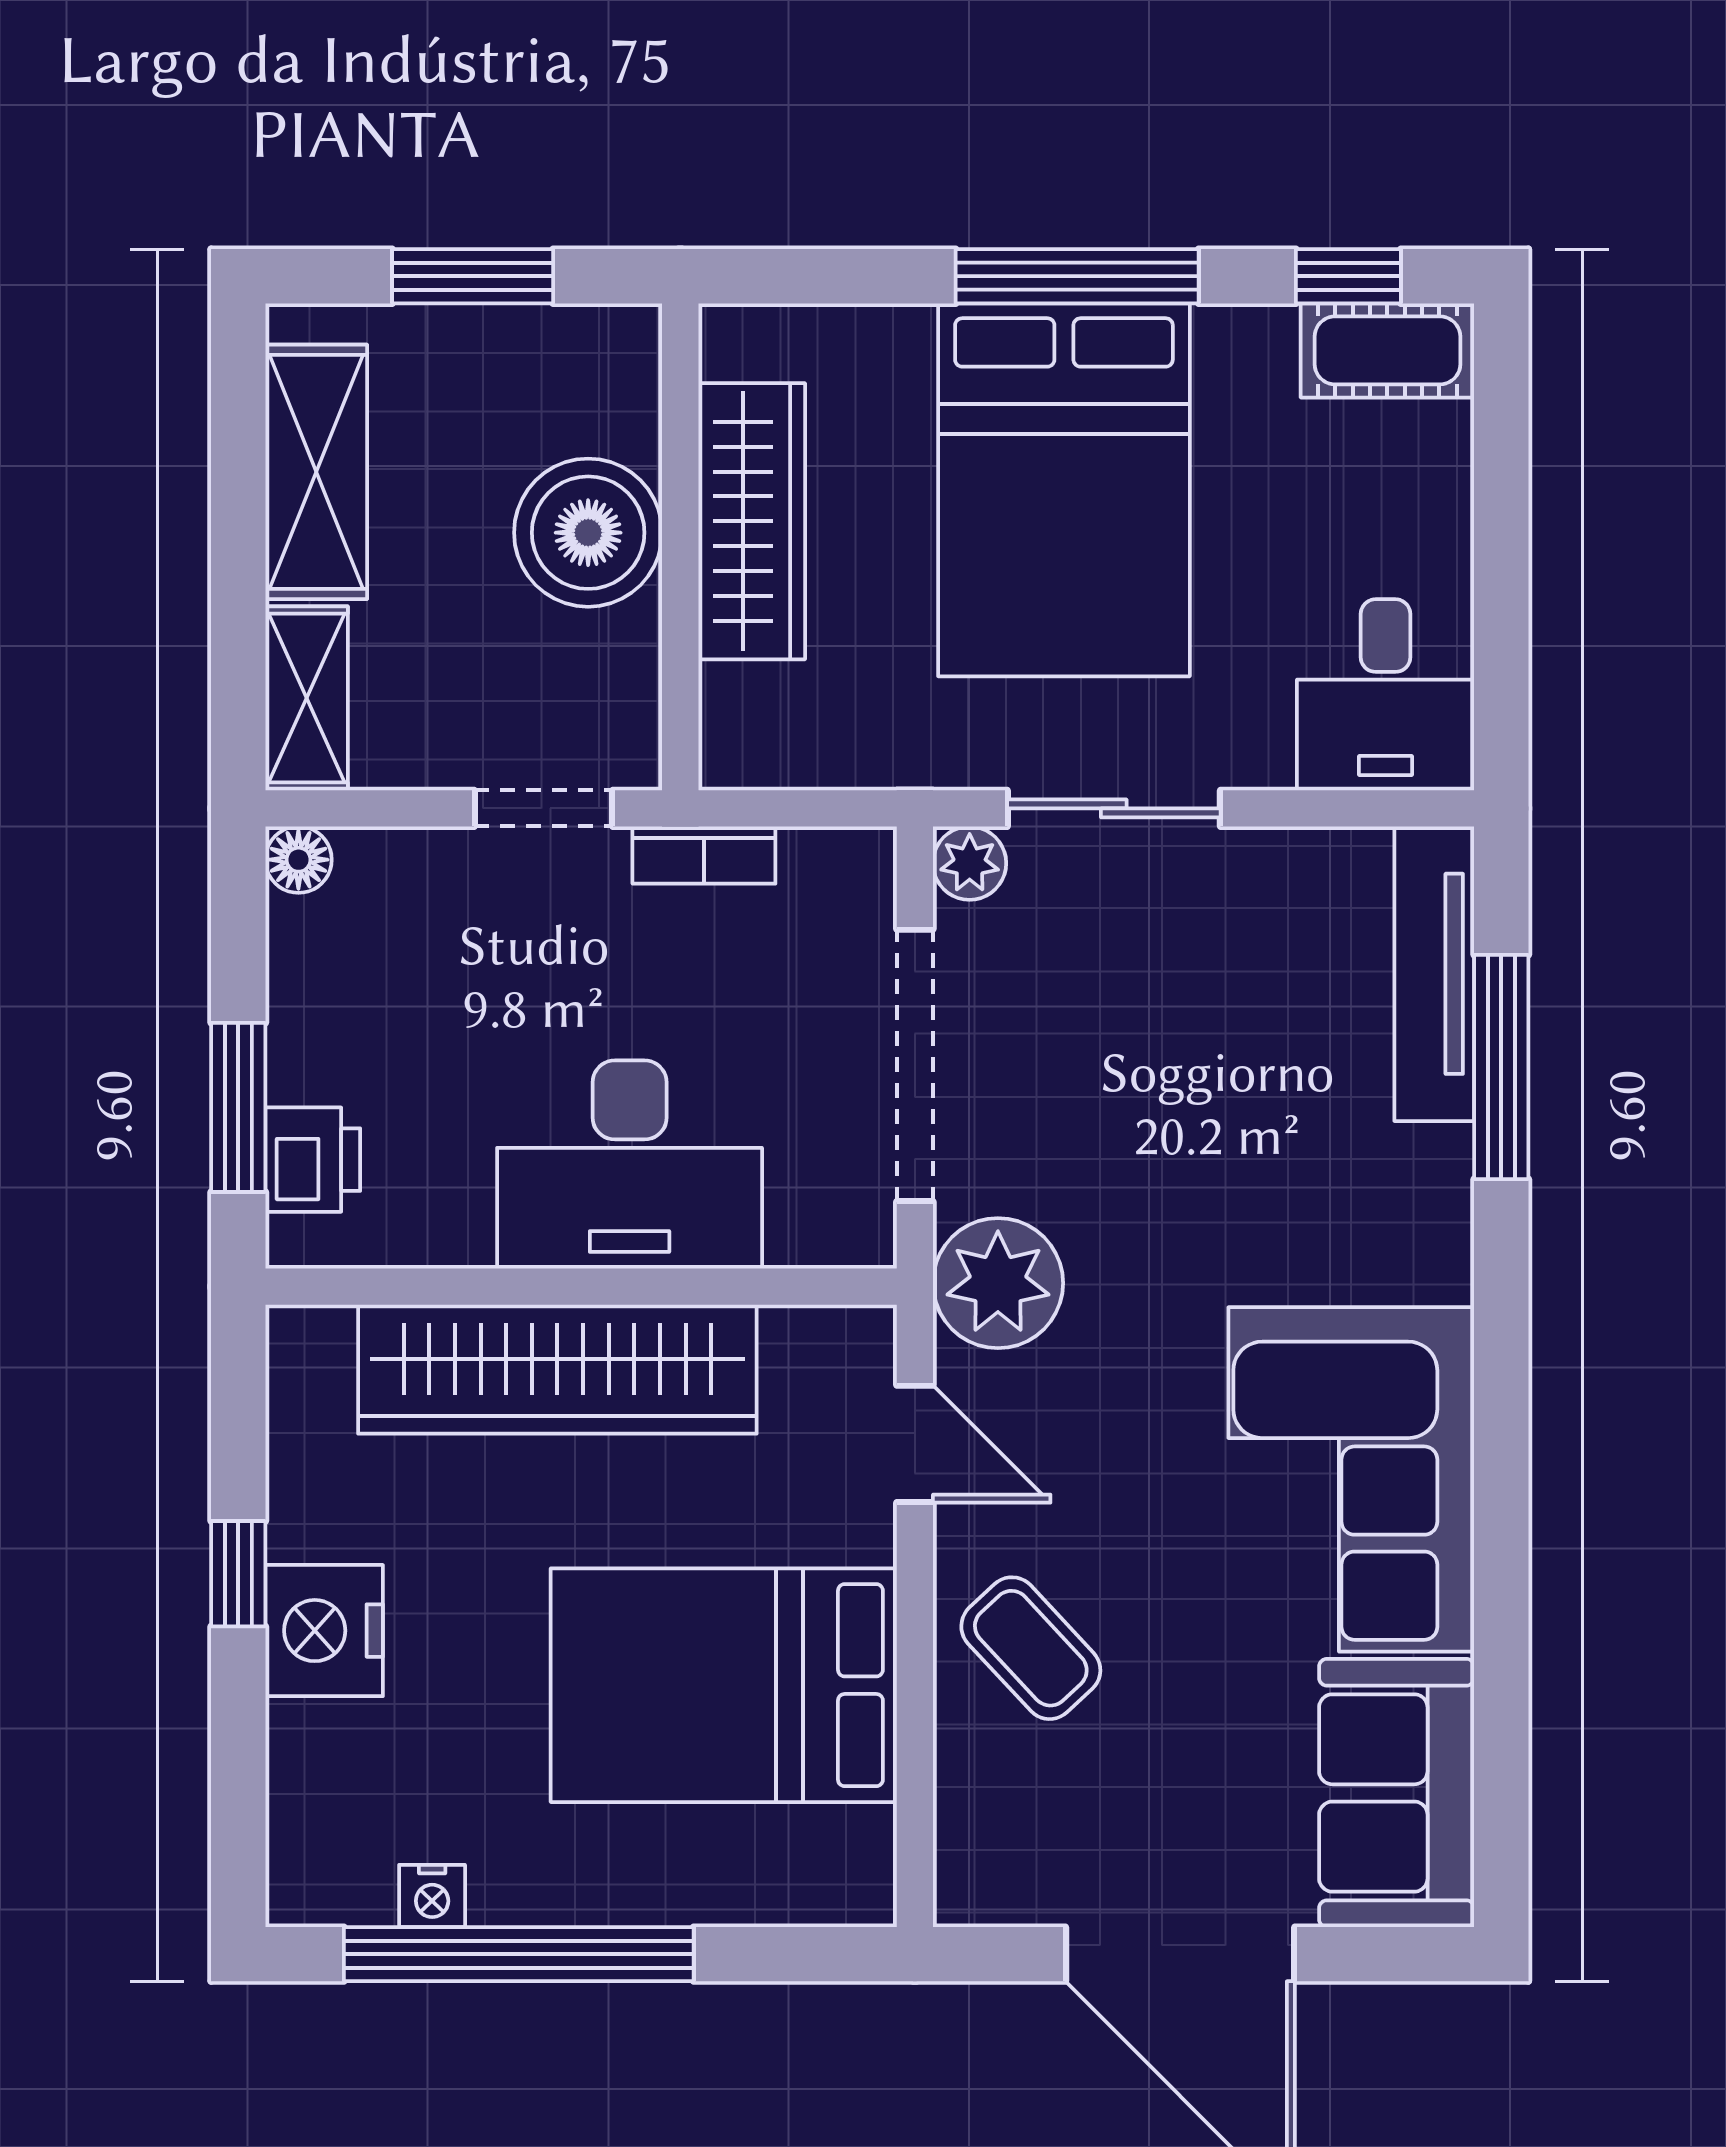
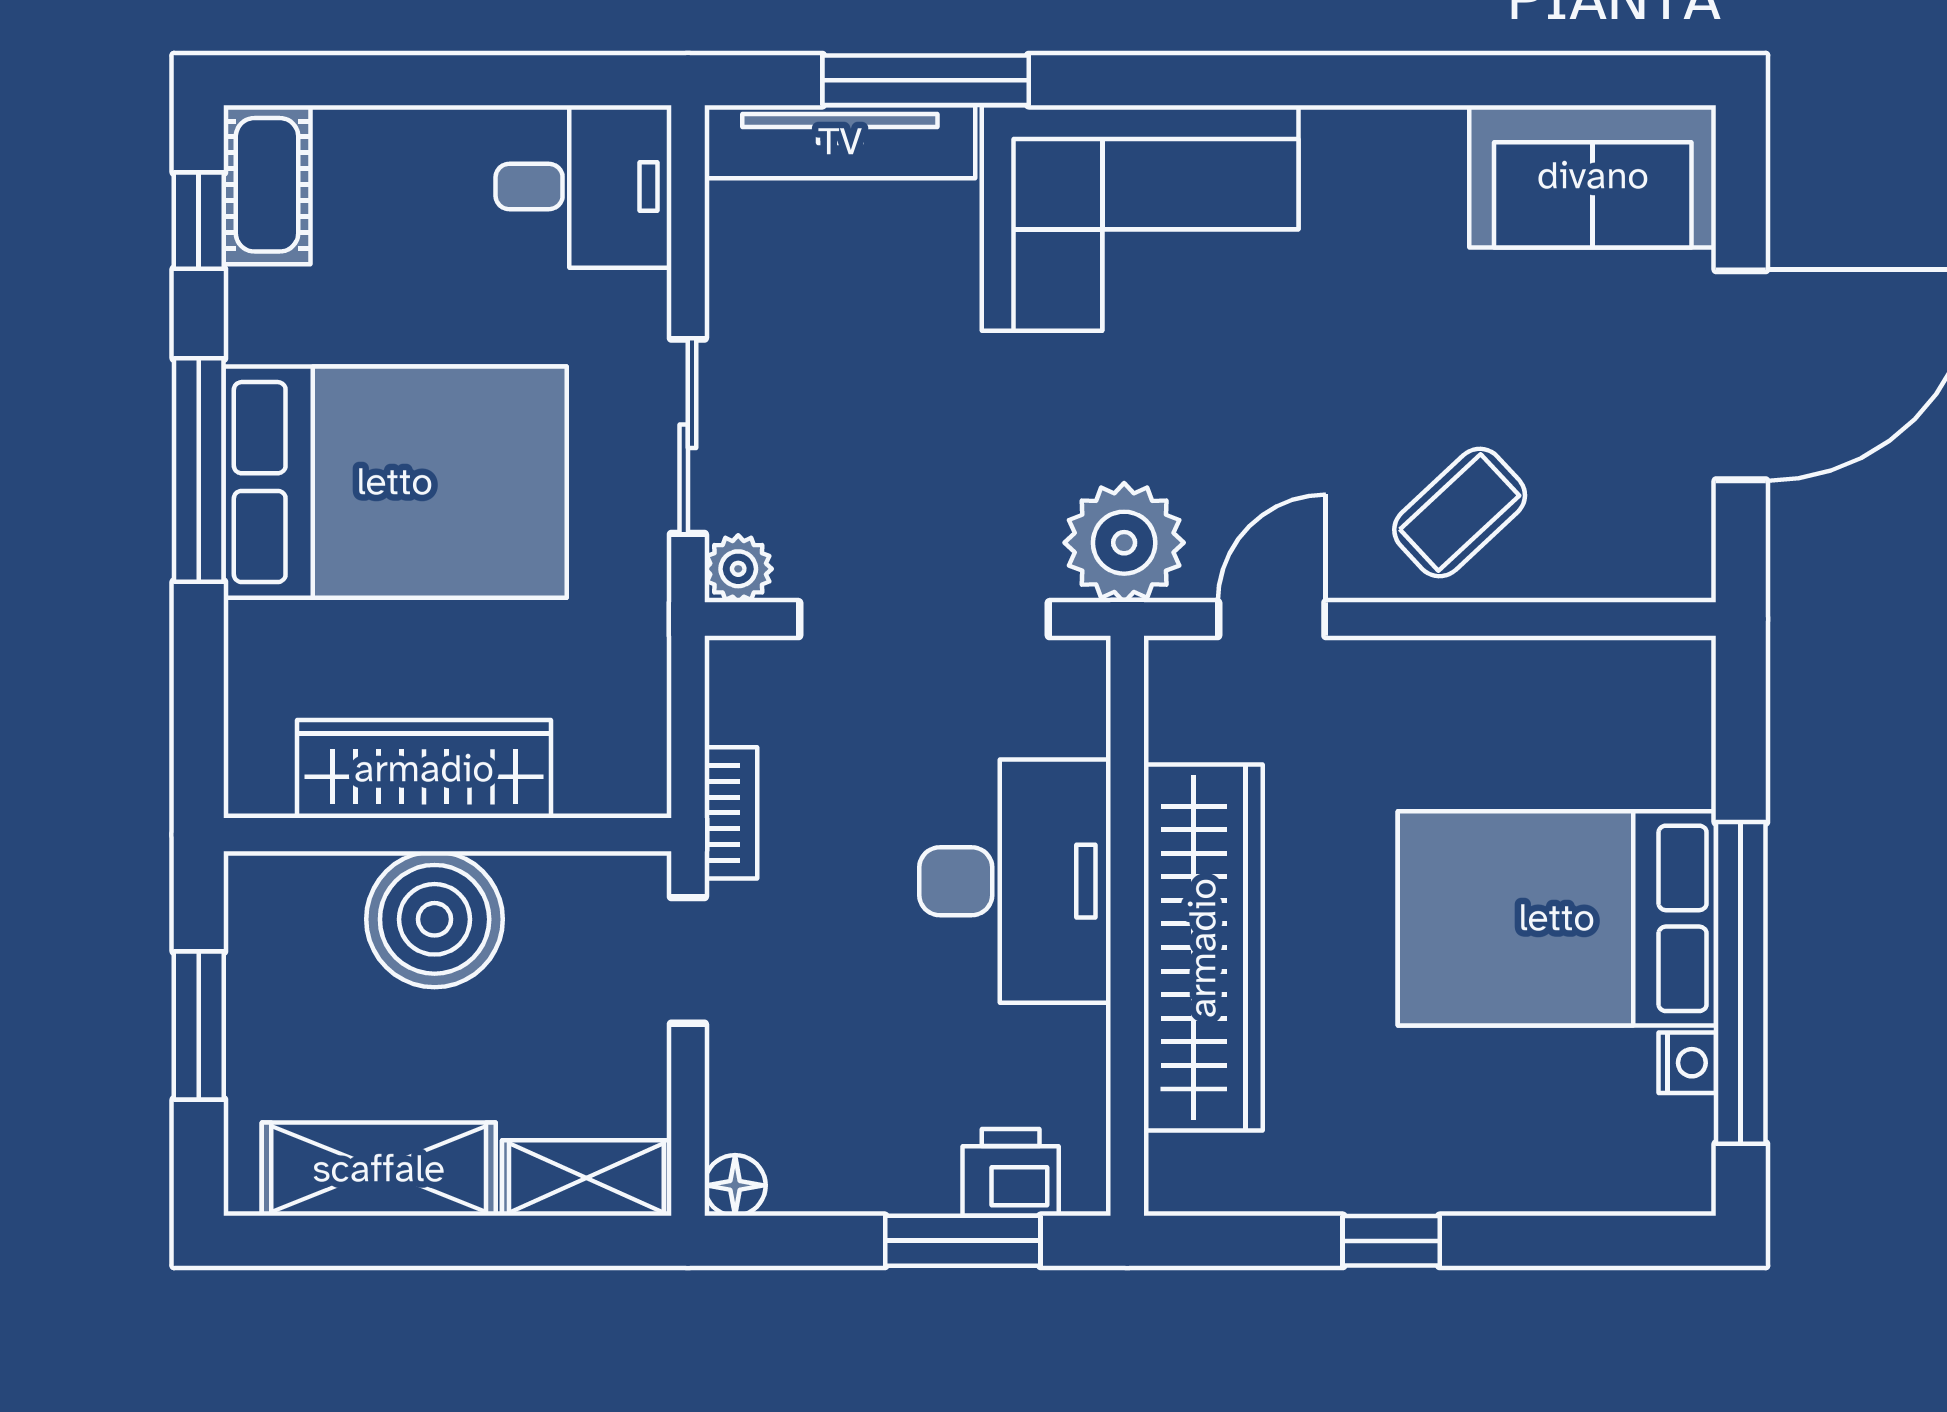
corner sofa: (1351, 1479) -> (1140, 218), moved
nightstand: (324, 1631) -> (1443, 1162), removed
bed: (724, 1685) -> (1557, 918), moved, turned 90

